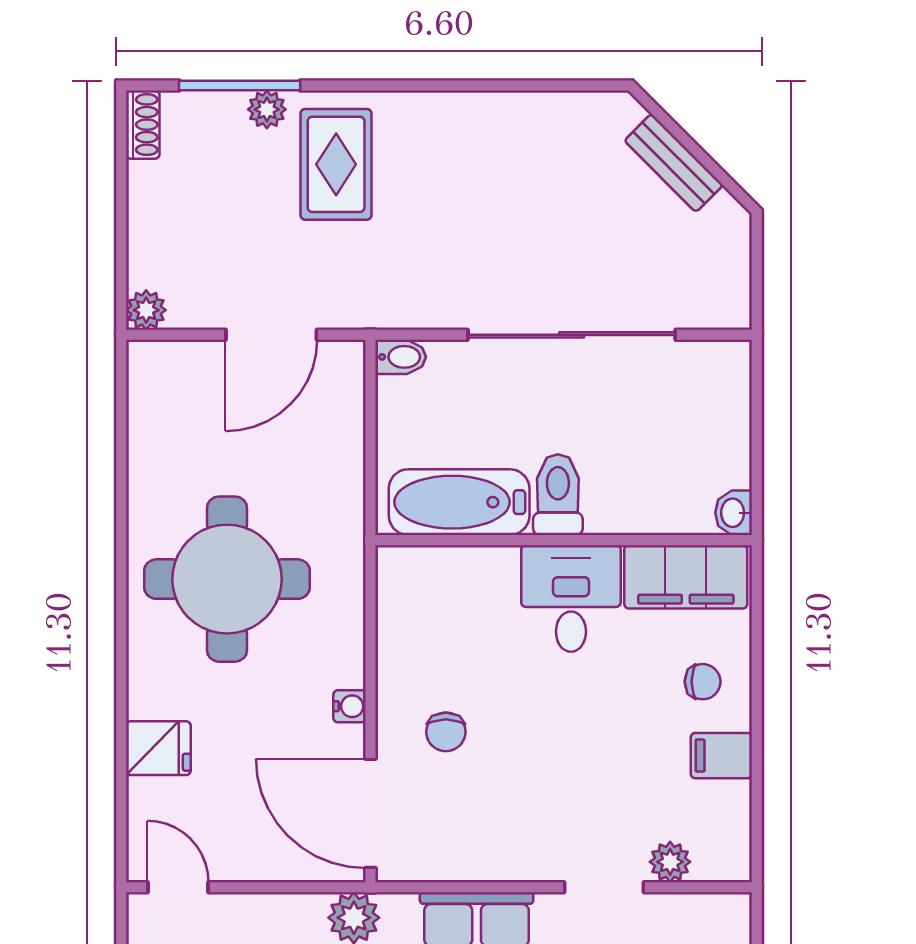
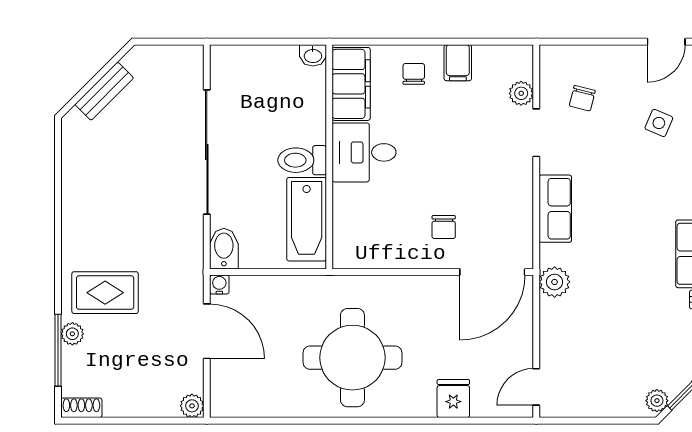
bidet: (401, 357) -> (224, 249), width x1.38, depth x1.36
water cooler: (350, 706) -> (219, 284), moved
chair: (446, 732) -> (444, 227), turned 90

